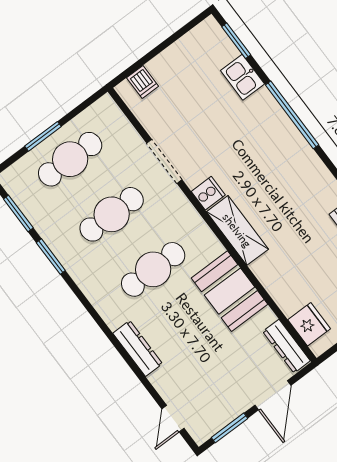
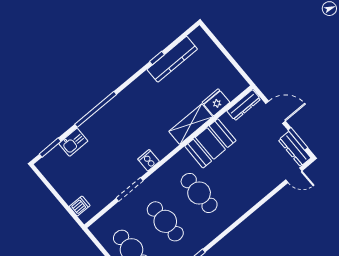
shelving: (237, 230) -> (191, 124), moved
fridge: (309, 324) -> (216, 102), moved
dresser: (138, 348) -> (295, 149), moved, turned -90

